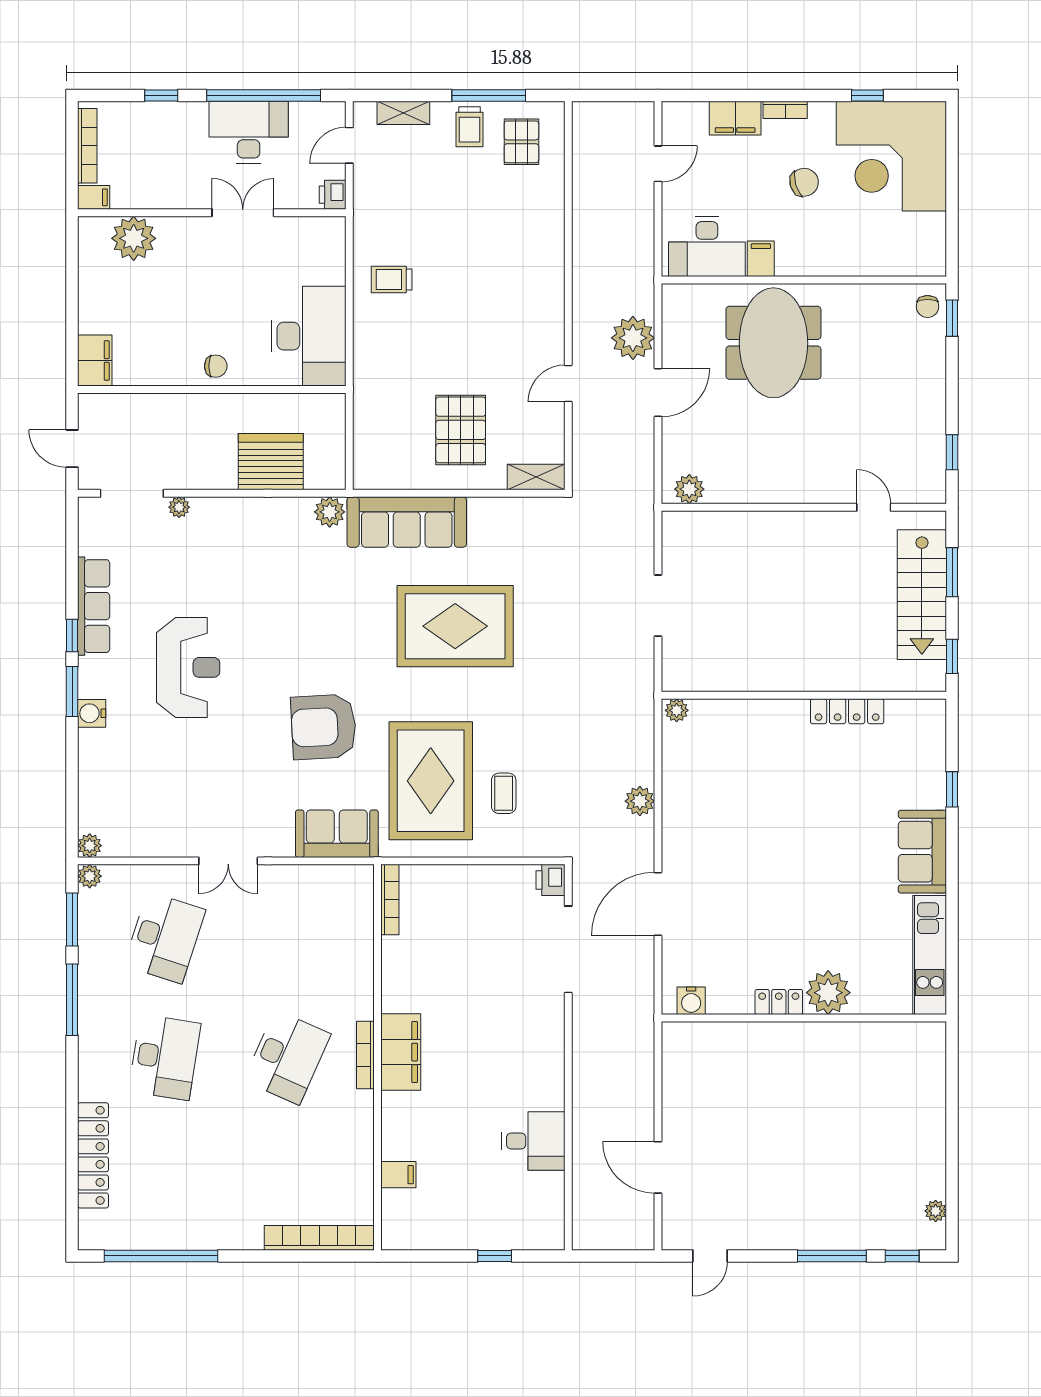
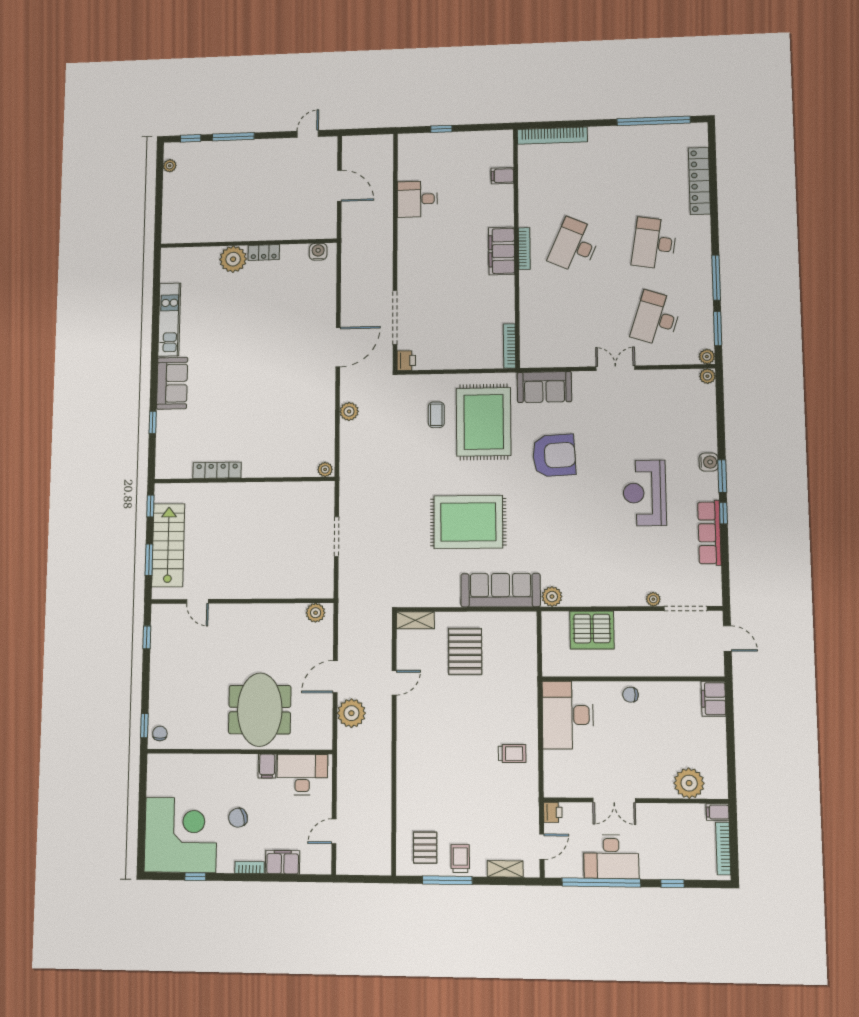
plant: (828, 993) -> (233, 259), moved
water cooler: (691, 1001) -> (318, 252), moved
locker: (779, 1002) -> (264, 253), moved
wall: (804, 1018) -> (248, 243), moved

